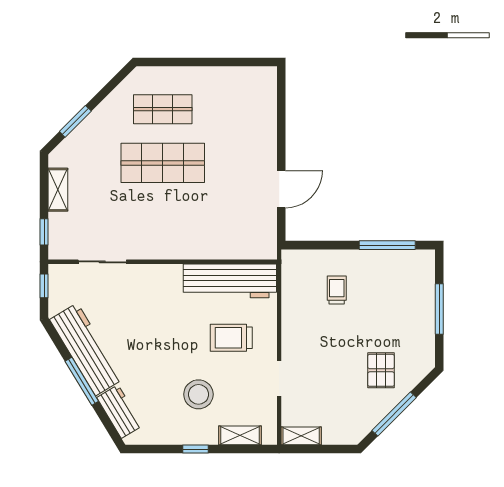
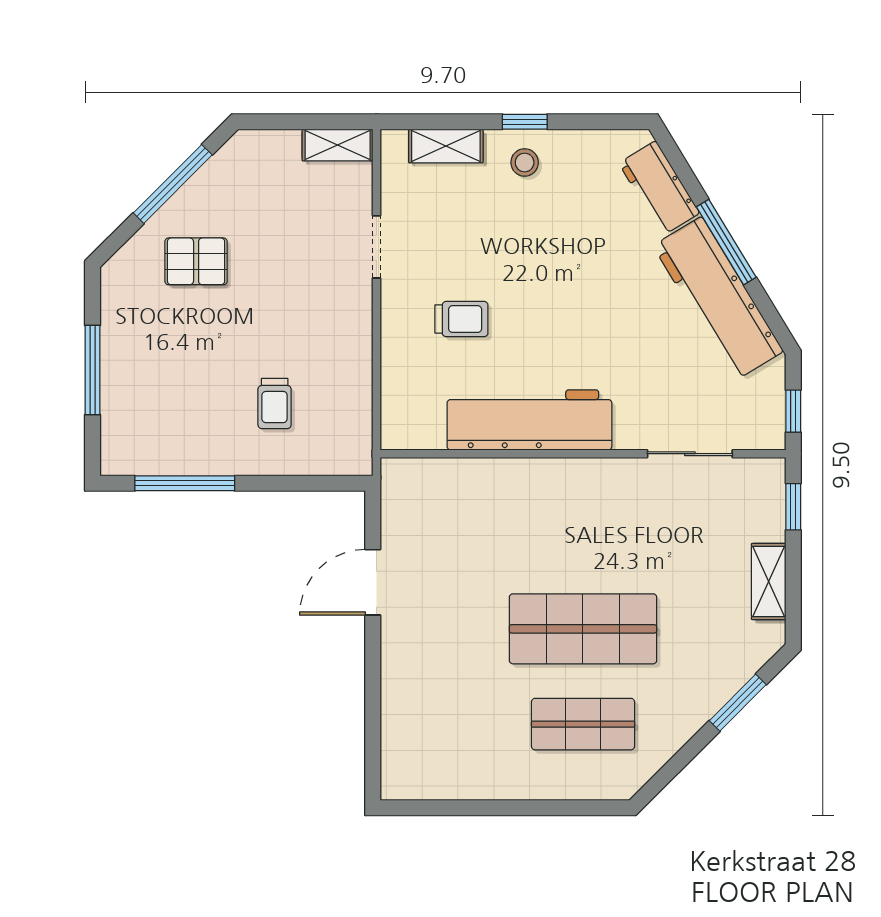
workbench: (230, 281) -> (529, 420), moved
trolley: (231, 338) -> (461, 319), width x0.73, depth x0.72
pallet: (381, 370) -> (196, 261), turned 90
stool: (198, 394) -> (525, 162), moved, width x0.53, depth x0.53

